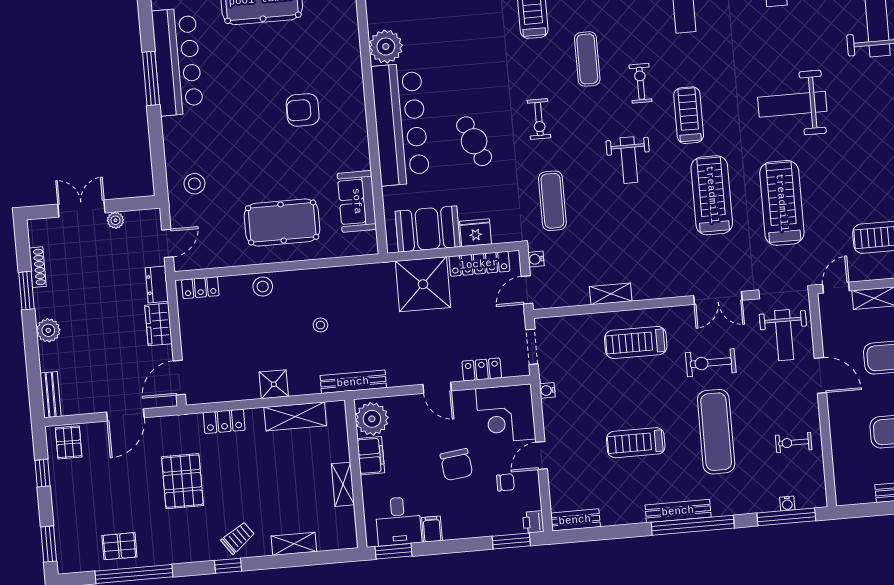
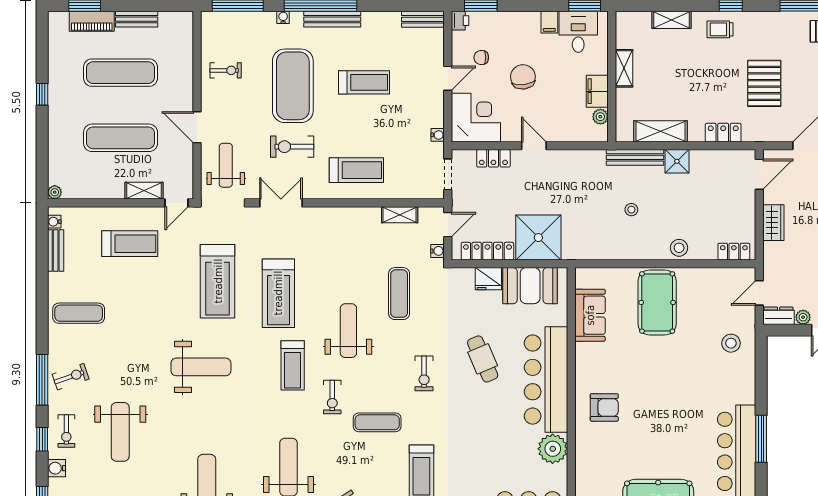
exercise mat: (587, 59) -> (377, 422), turned 90
armchair: (303, 110) -> (604, 407), moved
exercise bike: (539, 119) -> (424, 373), turned 180
weight bench: (629, 160) -> (348, 331), width x1.36, depth x1.33
exercise mat: (552, 201) -> (399, 294), moved
pool table: (282, 222) -> (657, 302), turned 90
dresser: (157, 284) -> (779, 316), moved, turned -90
shelving: (611, 294) -> (400, 215), moved
exercise bike: (711, 363) -> (292, 147), turned 180
bench: (353, 382) -> (635, 157), moved
plant: (372, 419) -> (600, 117), width x0.53, depth x0.53
exercise mat: (716, 432) -> (293, 86), width x1.47
water cooler: (787, 504) -> (283, 17), moved
trolley: (238, 538) -> (720, 29), turned 36

